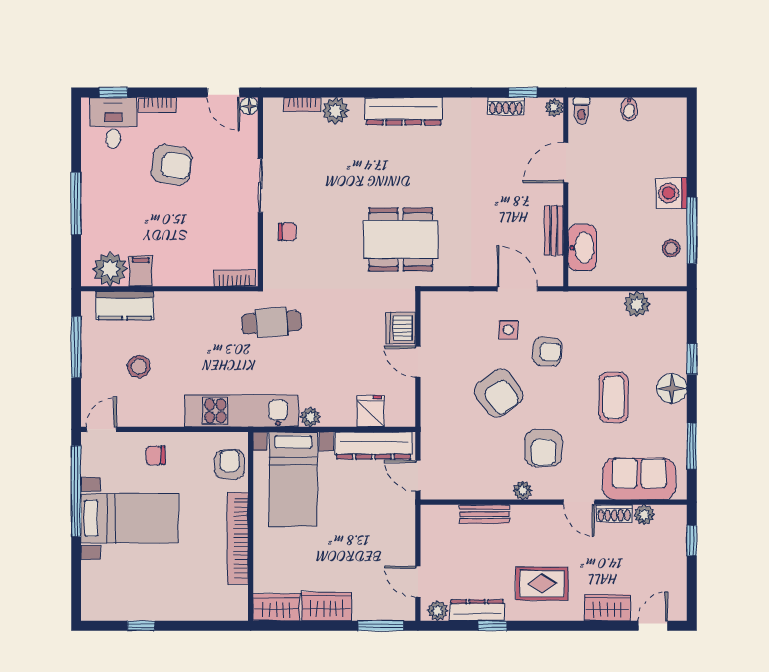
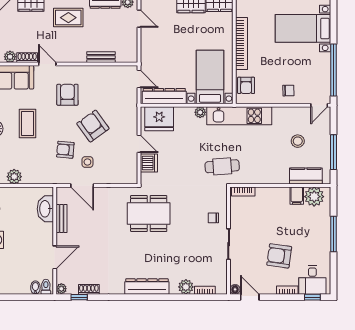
bidet: (629, 109) -> (35, 288), moved
fridge: (371, 411) -> (159, 119), width x1.88, depth x1.34
plant: (523, 490) -> (79, 71), removed
bed with nightstands: (129, 518) -> (303, 28), moved

